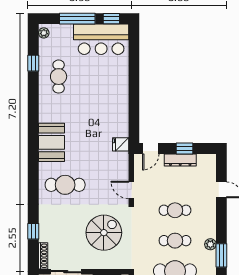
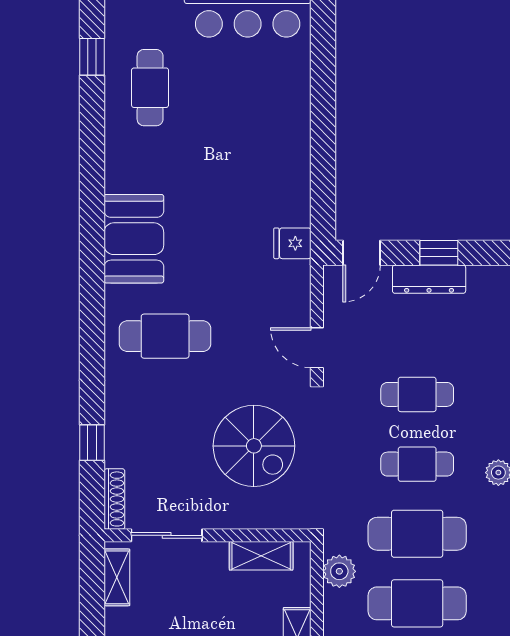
spiral stairs: (104, 233) -> (254, 446), turned 90

